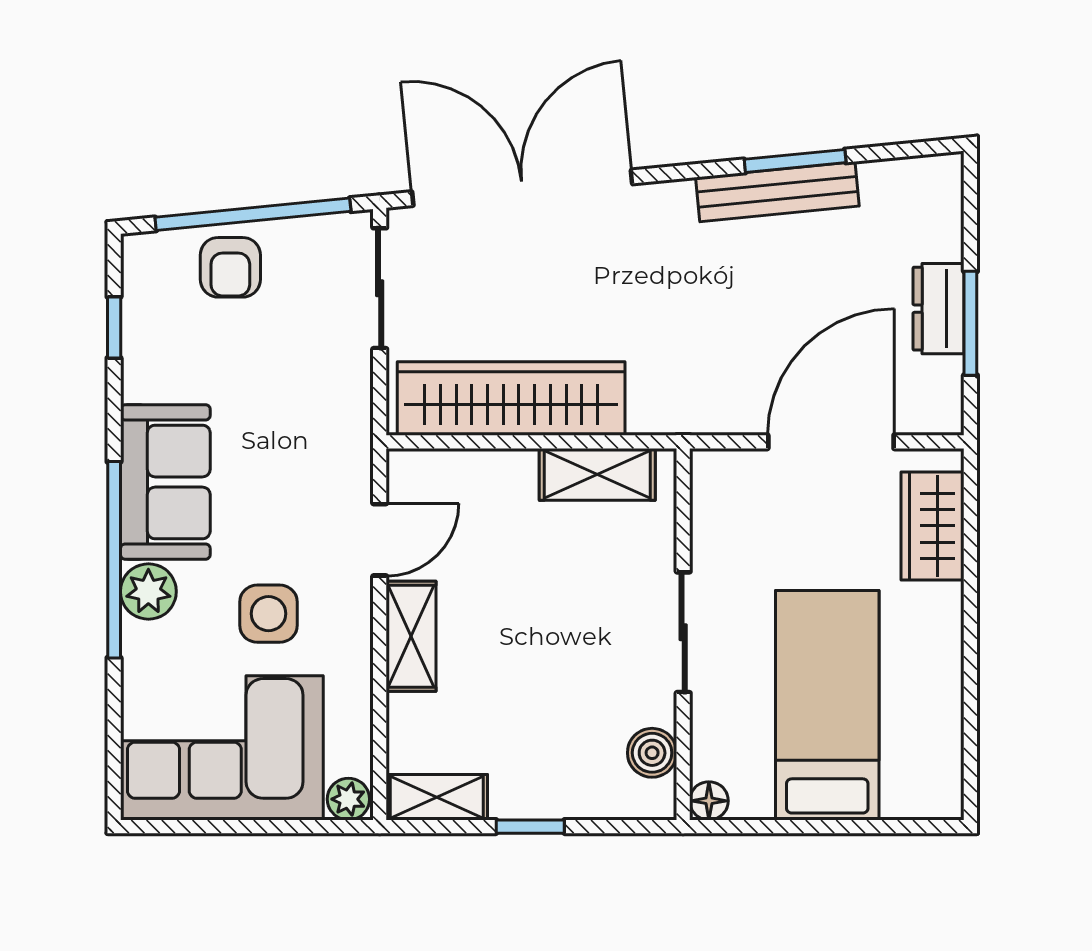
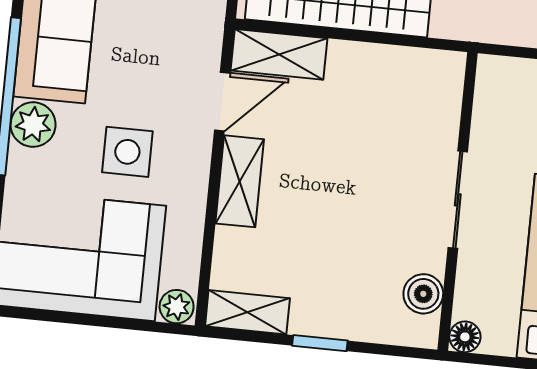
shelving: (597, 474) -> (279, 54), moved

